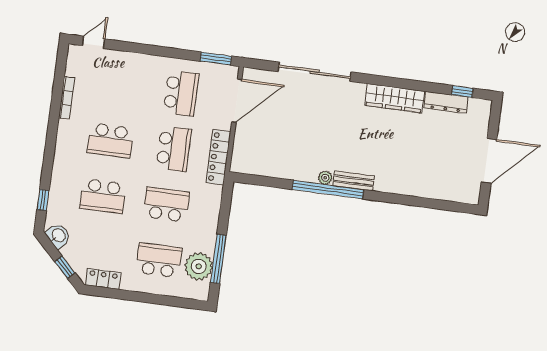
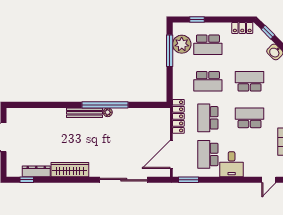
desk: (147, 73) -> (232, 164), added
bench: (353, 181) -> (84, 113), width x1.36
window: (170, 301) -> (197, 19), added

